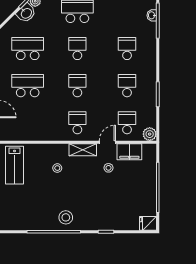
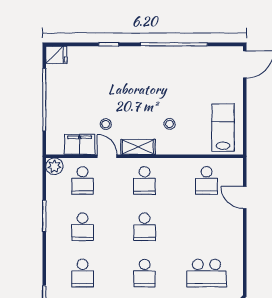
school desk: (28, 86) -> (207, 180), moved, width x0.54
door: (107, 142) -> (107, 156), swing flipped
stool: (66, 217) -> (159, 62), removed

